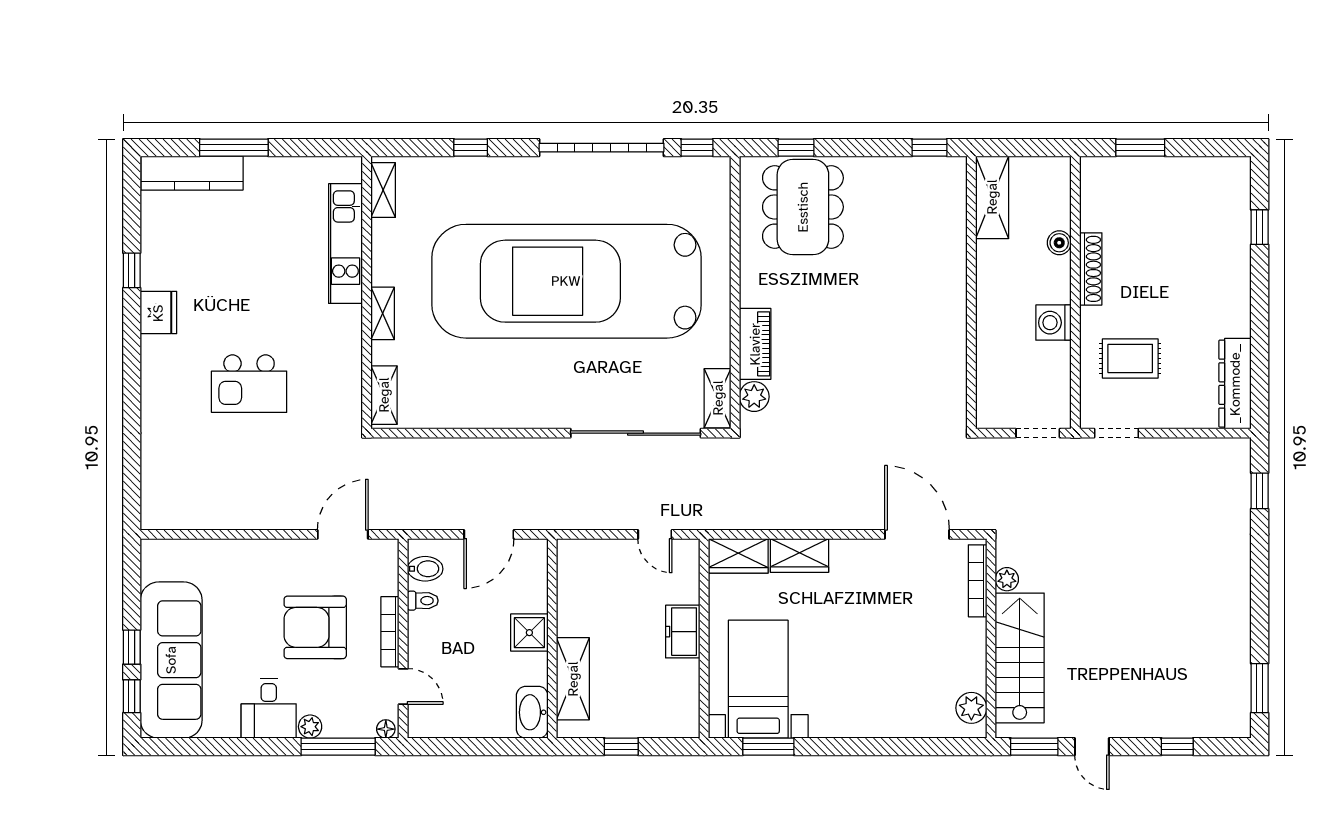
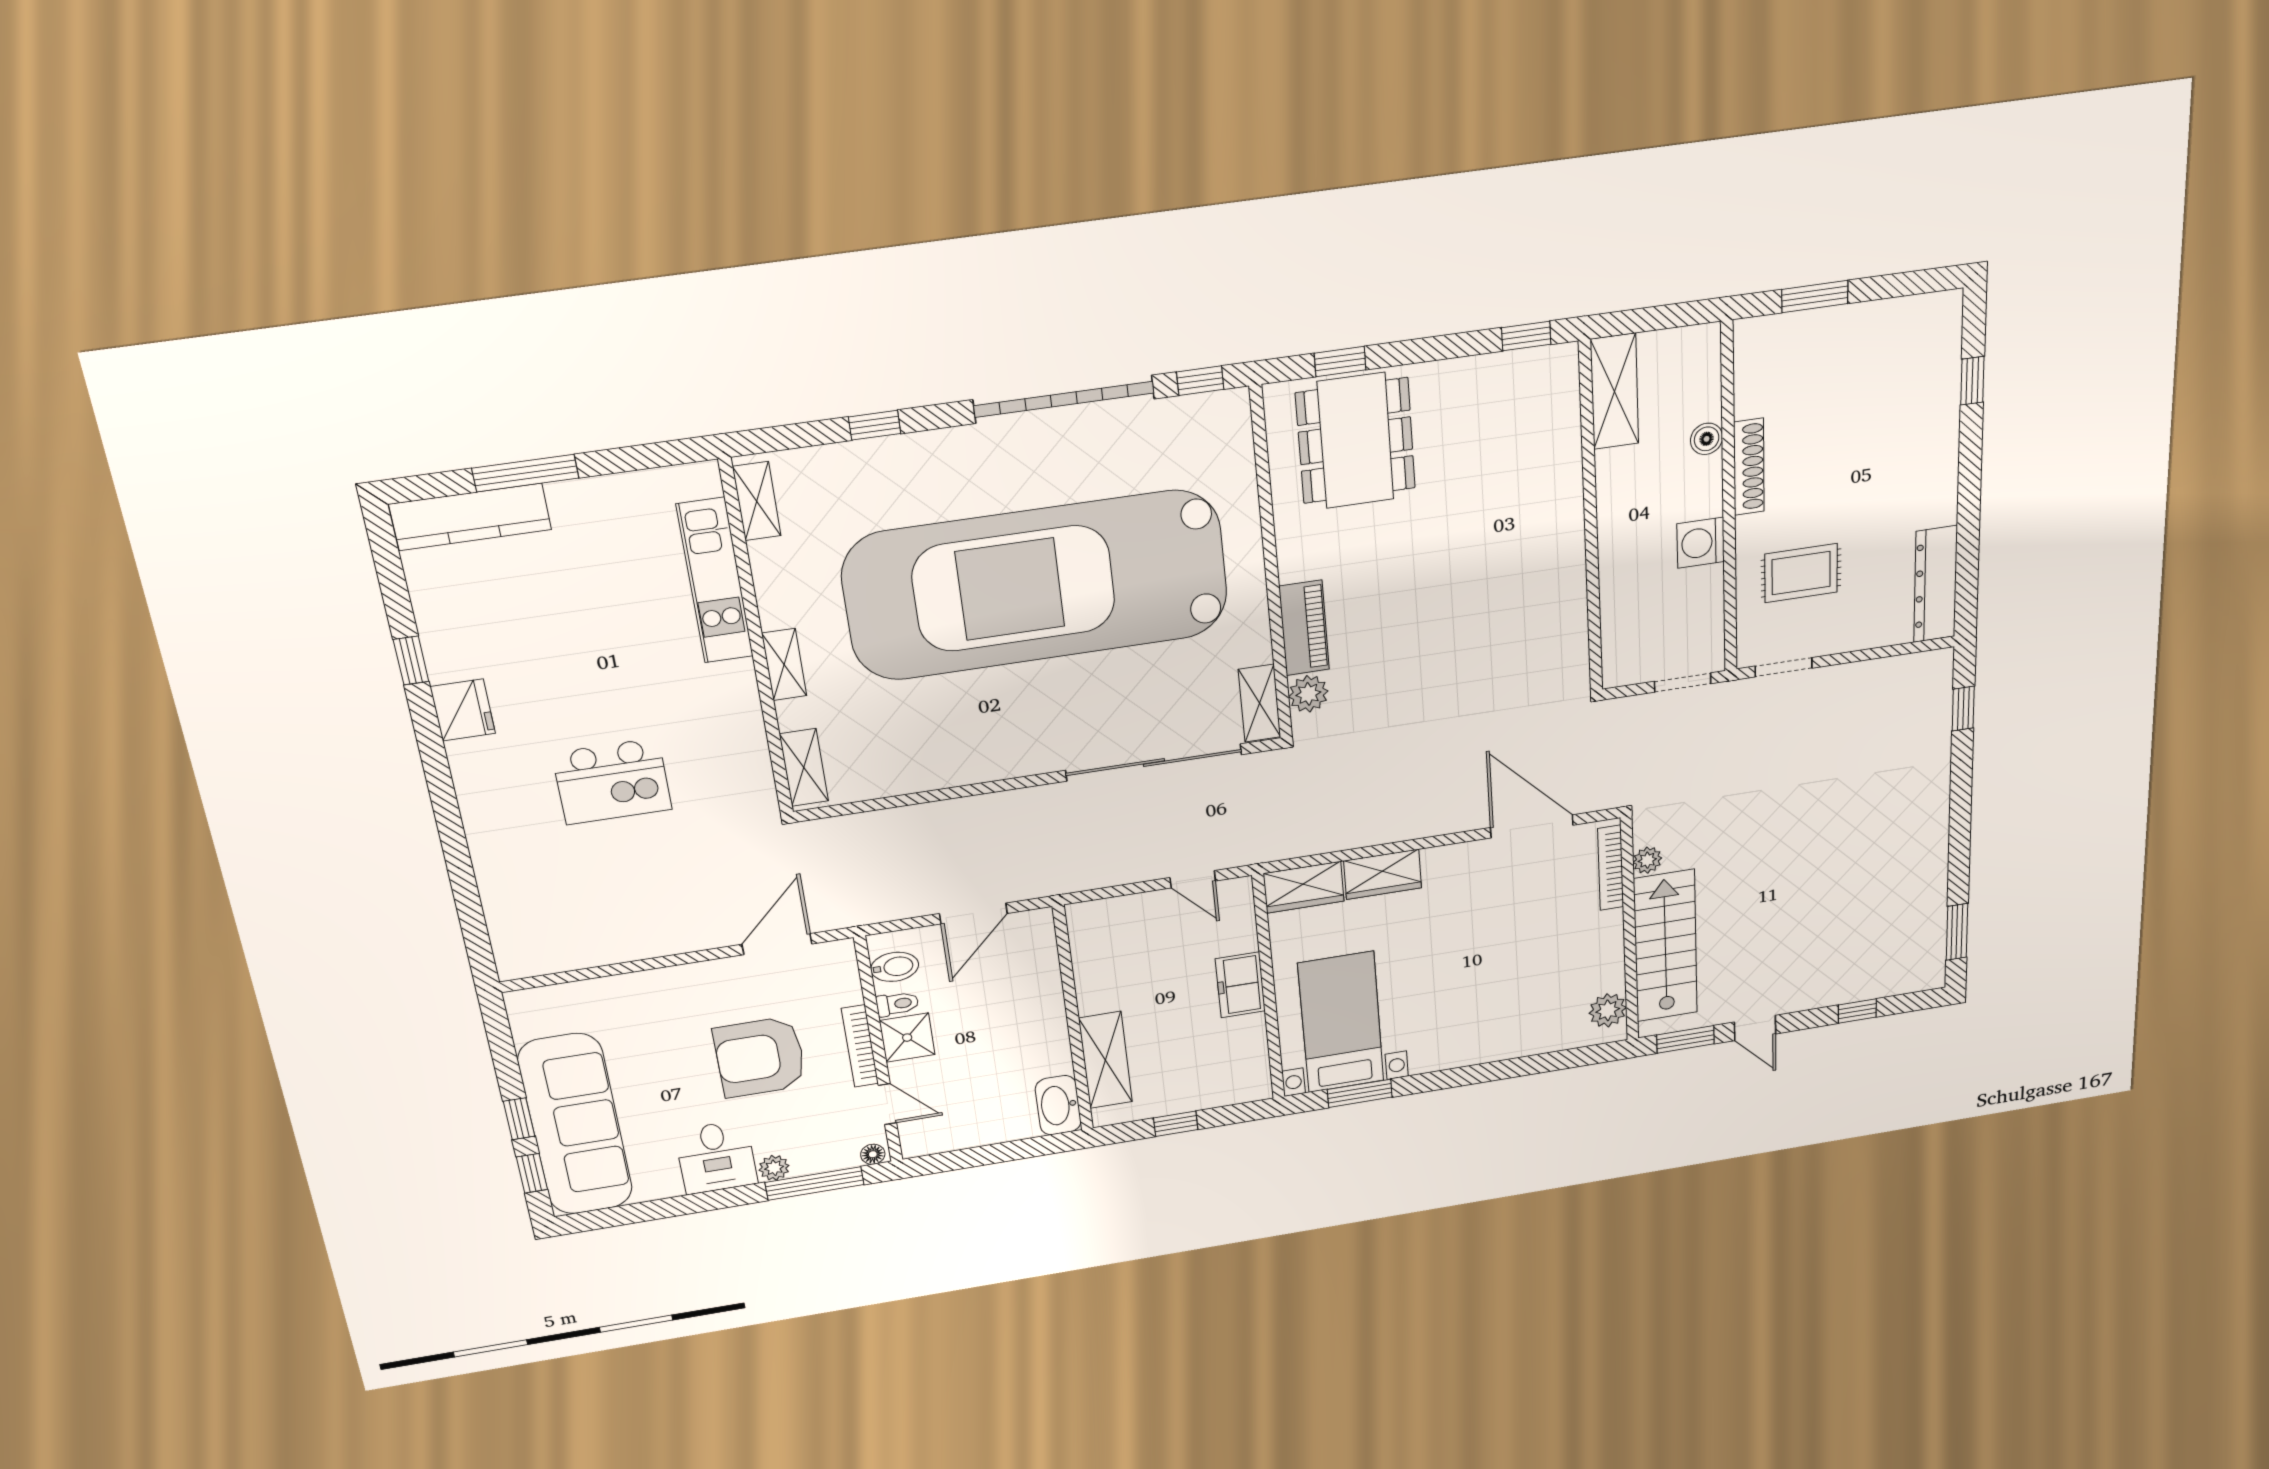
shower: (529, 633) -> (907, 1038), moved

